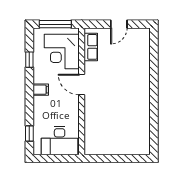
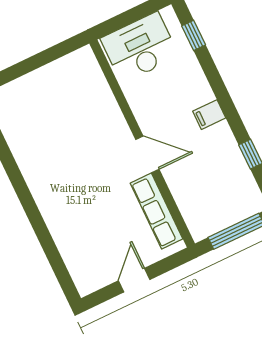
row of seats: (91, 47) -> (156, 211), width x1.48
corner desk: (62, 51) -> (205, 192), removed

